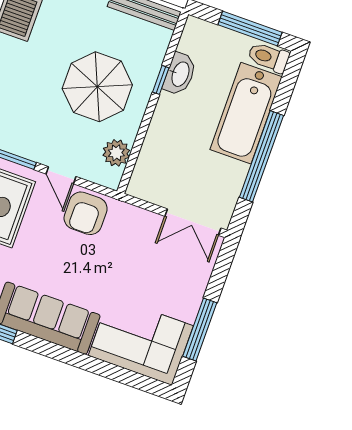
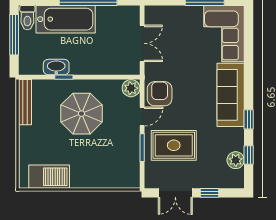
plant: (116, 153) -> (131, 88), moved
armchair: (86, 213) -> (160, 94), turned -90
double door: (193, 222) -> (142, 43), moved

